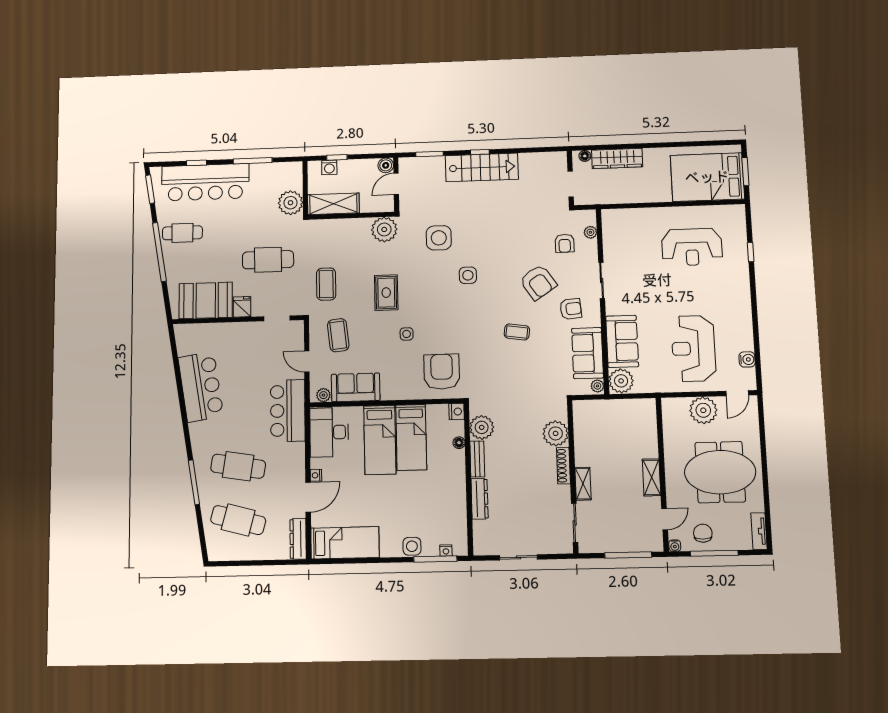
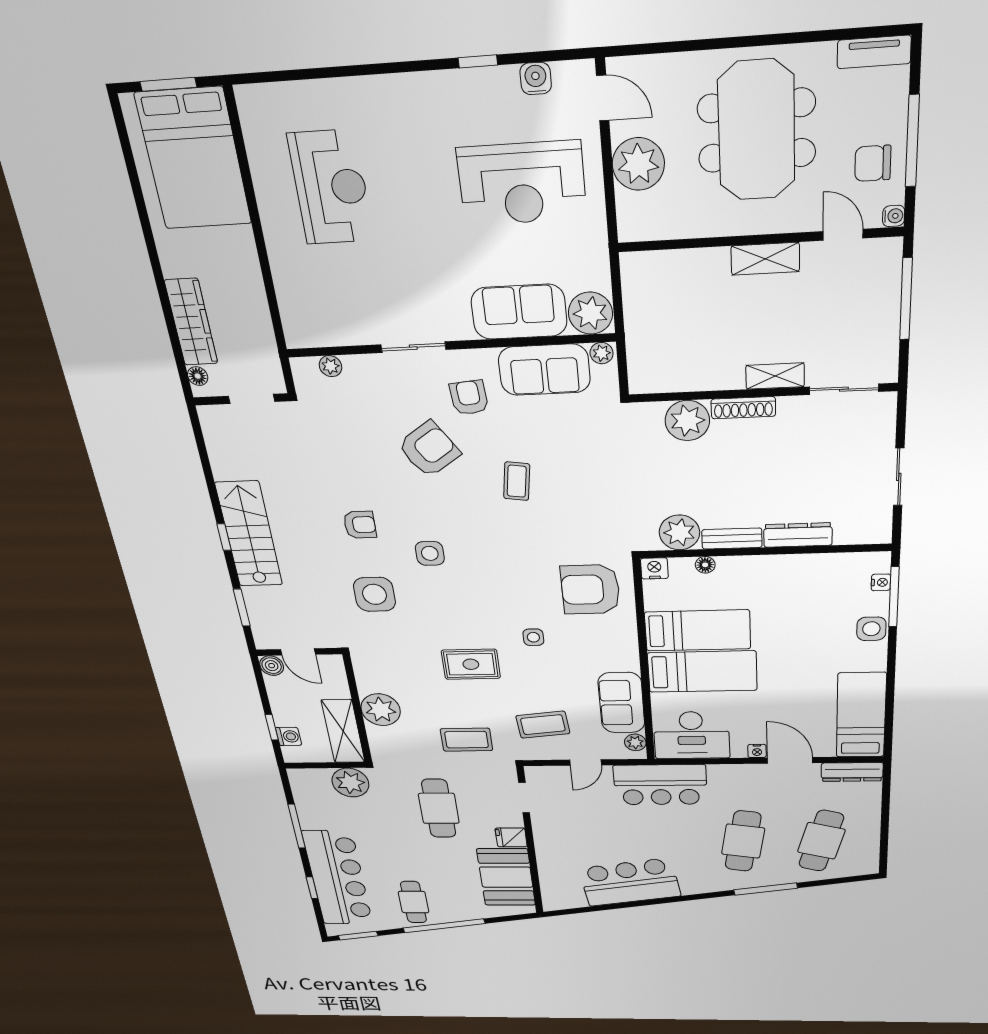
plant: (384, 229) -> (381, 710), moved
armchair: (565, 243) -> (360, 525), moved
window: (751, 252) -> (478, 61), moved

